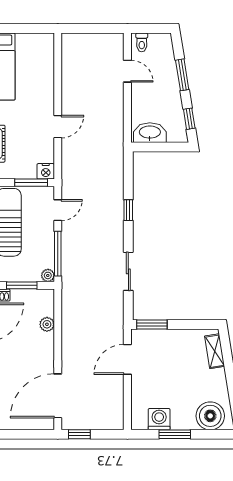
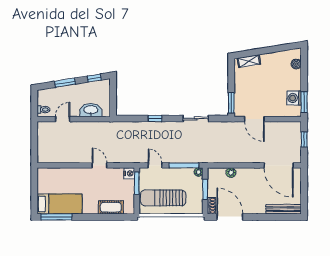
washbasin: (150, 133) -> (91, 110), moved, turned 90
boiler: (210, 416) -> (296, 64), width x0.54, depth x0.54
window: (79, 434) -> (304, 139), moved
window: (175, 434) -> (304, 102), moved

